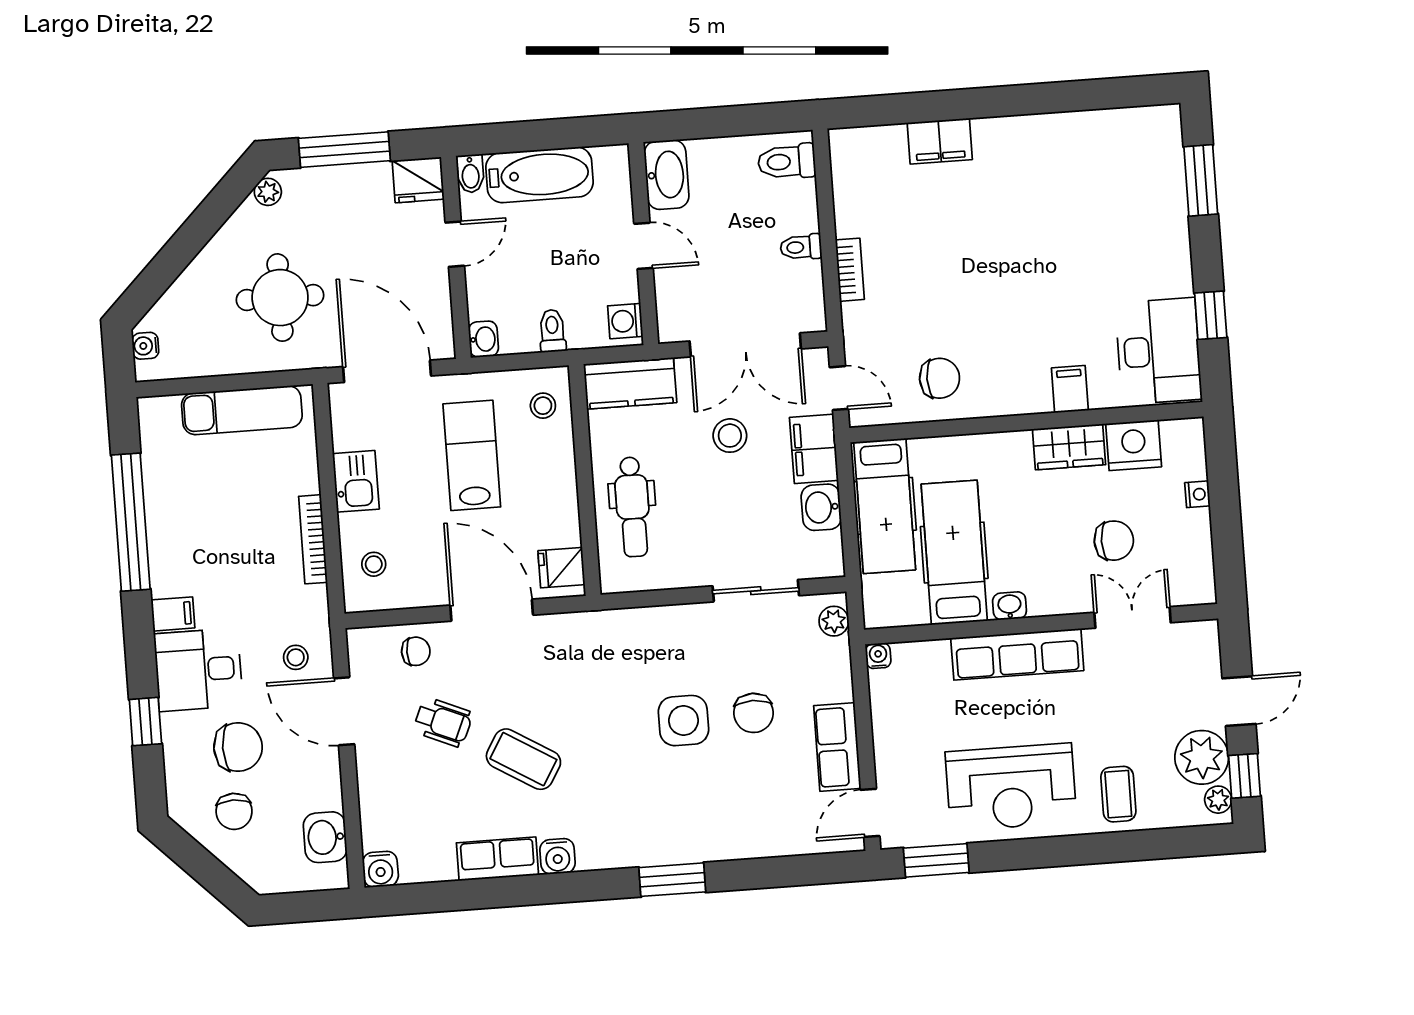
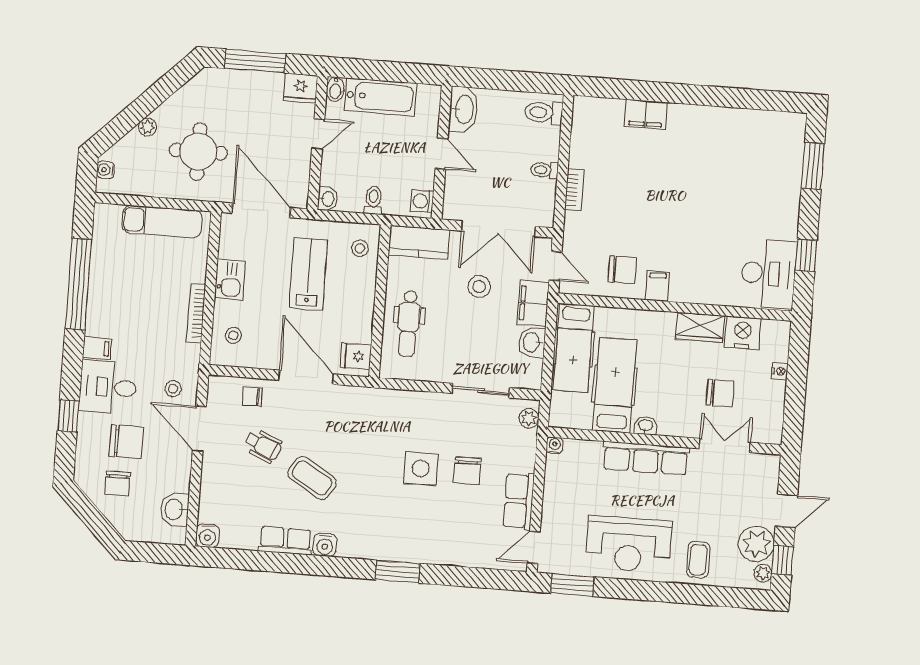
plant: (268, 192) -> (147, 127), moved
filing cabinet: (1070, 389) -> (657, 286), moved
chair: (416, 651) -> (252, 397), turned 180

